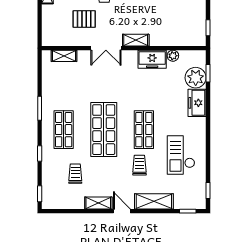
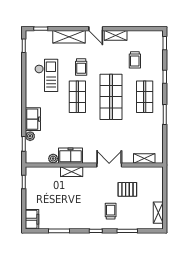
shelving: (136, 40) -> (72, 172), moved
plant: (196, 78) -> (30, 136), width x0.53, depth x0.53

